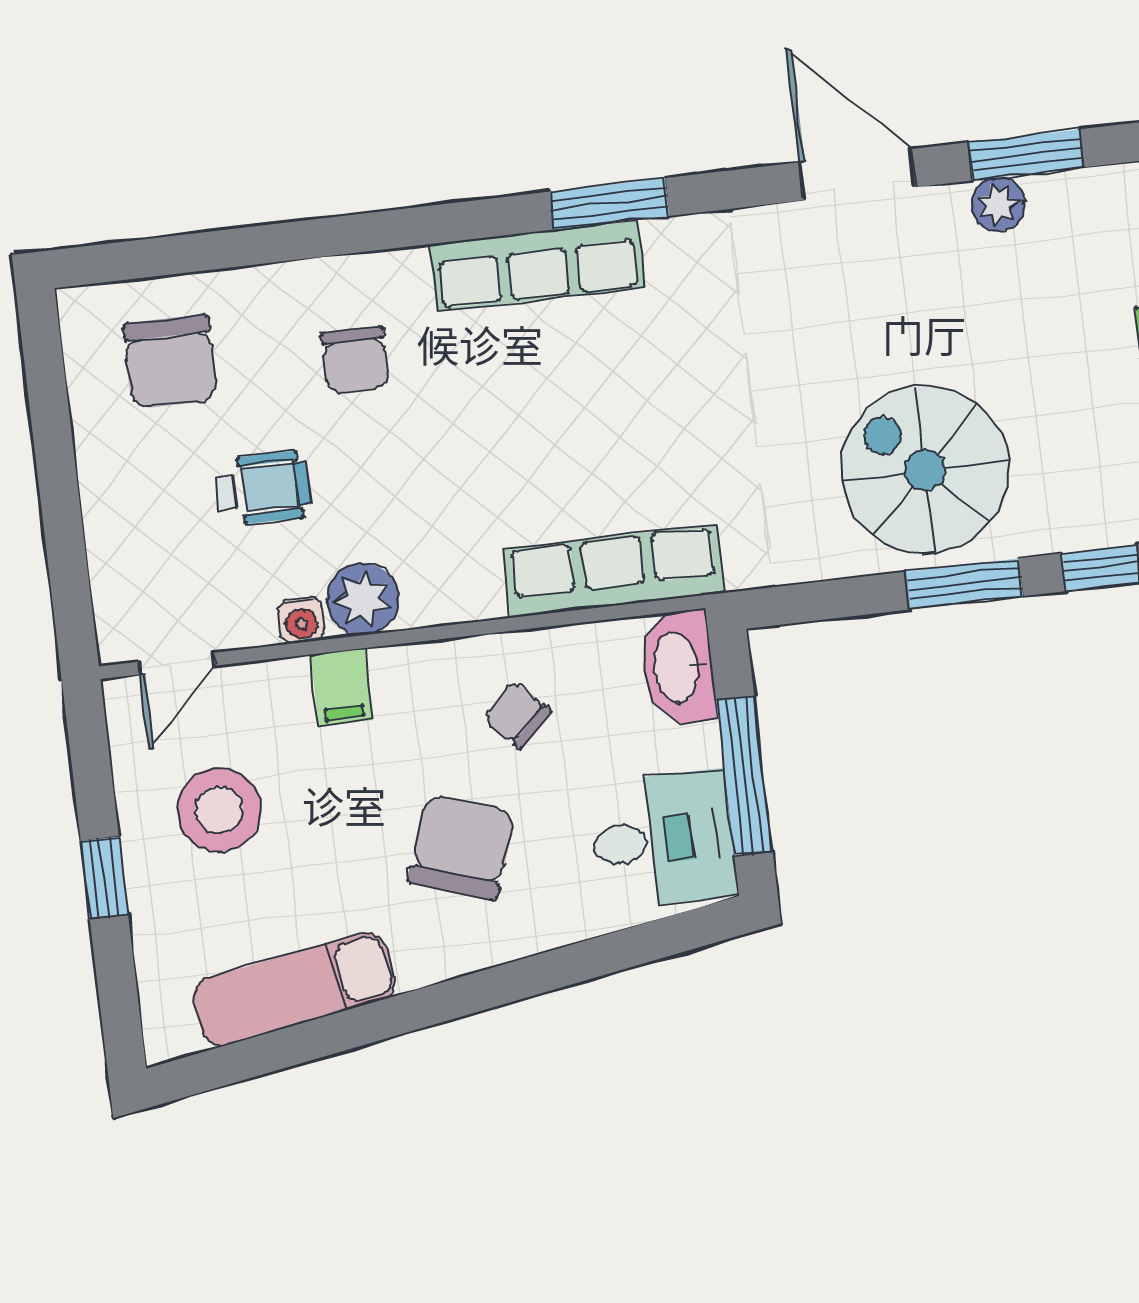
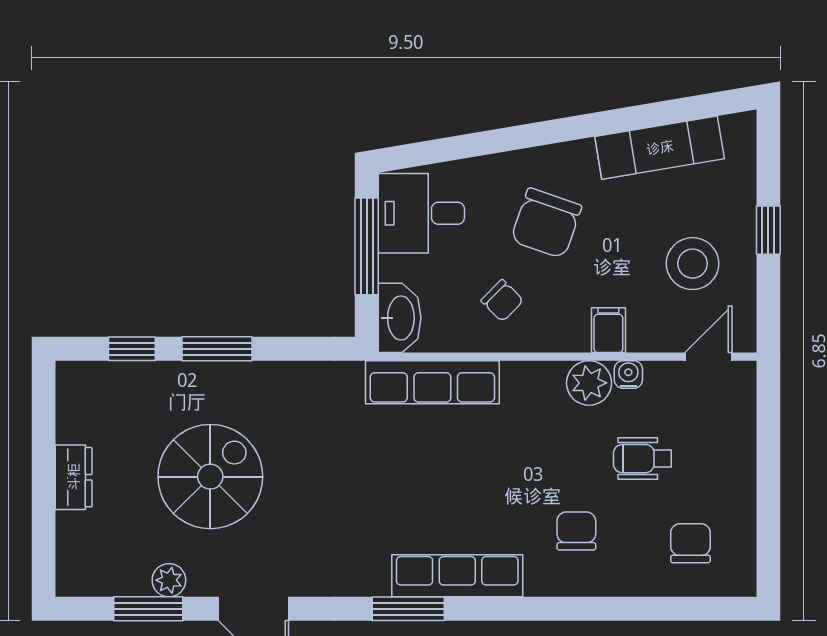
chair: (170, 362) -> (690, 543), width x0.73, depth x0.73
spiral stairs: (925, 470) -> (210, 477), moved, turned -90

